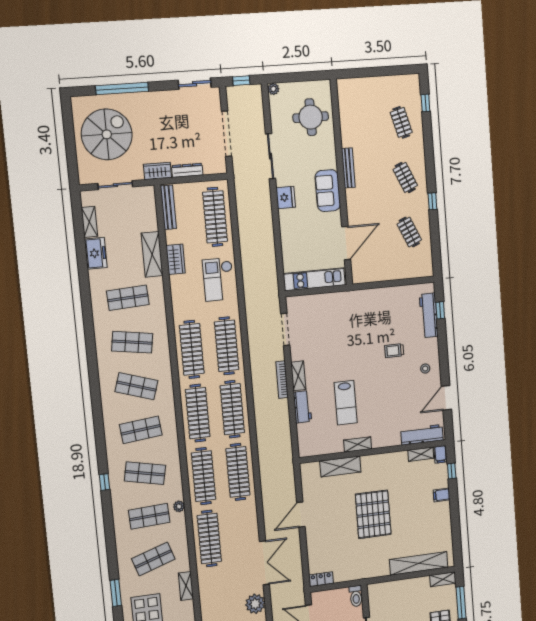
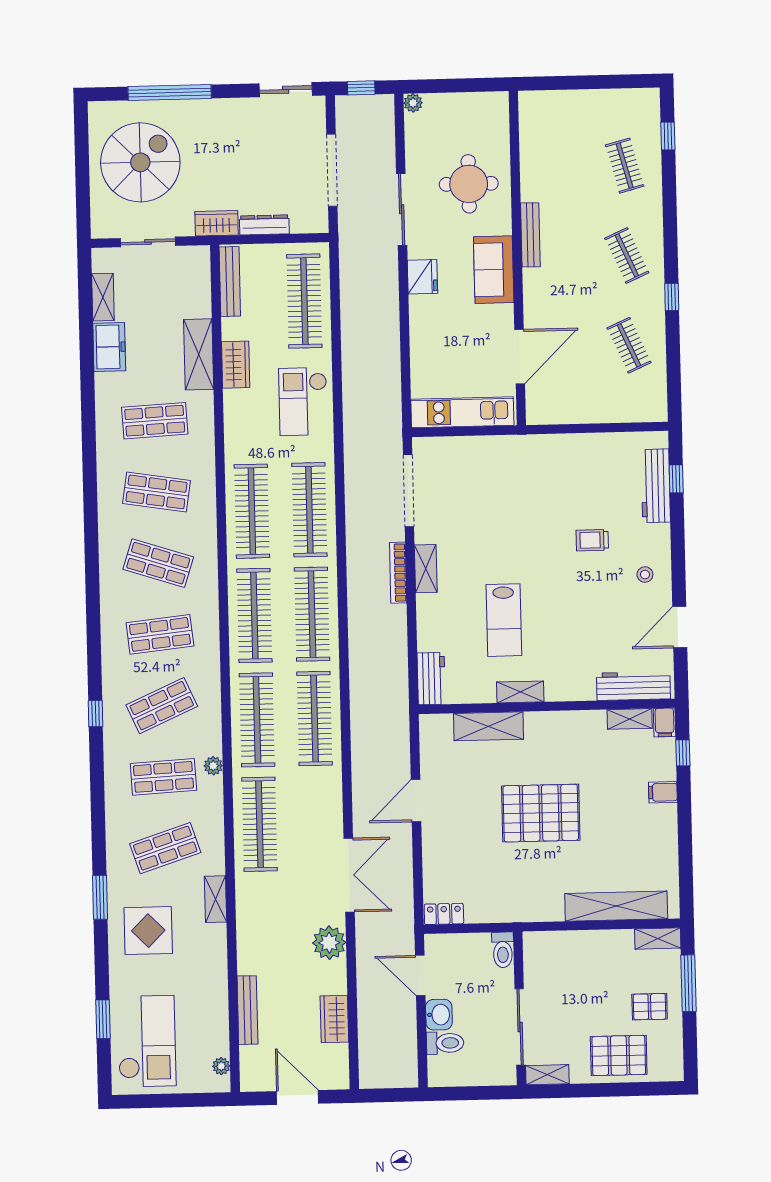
round table: (311, 117) -> (469, 184), moved
doorway: (285, 329) -> (408, 491), width x1.36
workbench: (302, 407) -> (431, 679), moved
shop shelf: (145, 473) -> (162, 706), turned -36
pallet: (373, 514) -> (541, 813), turned 90

